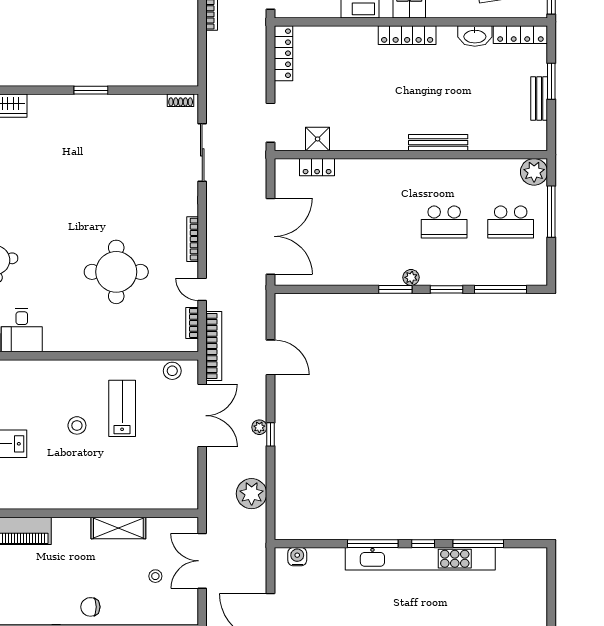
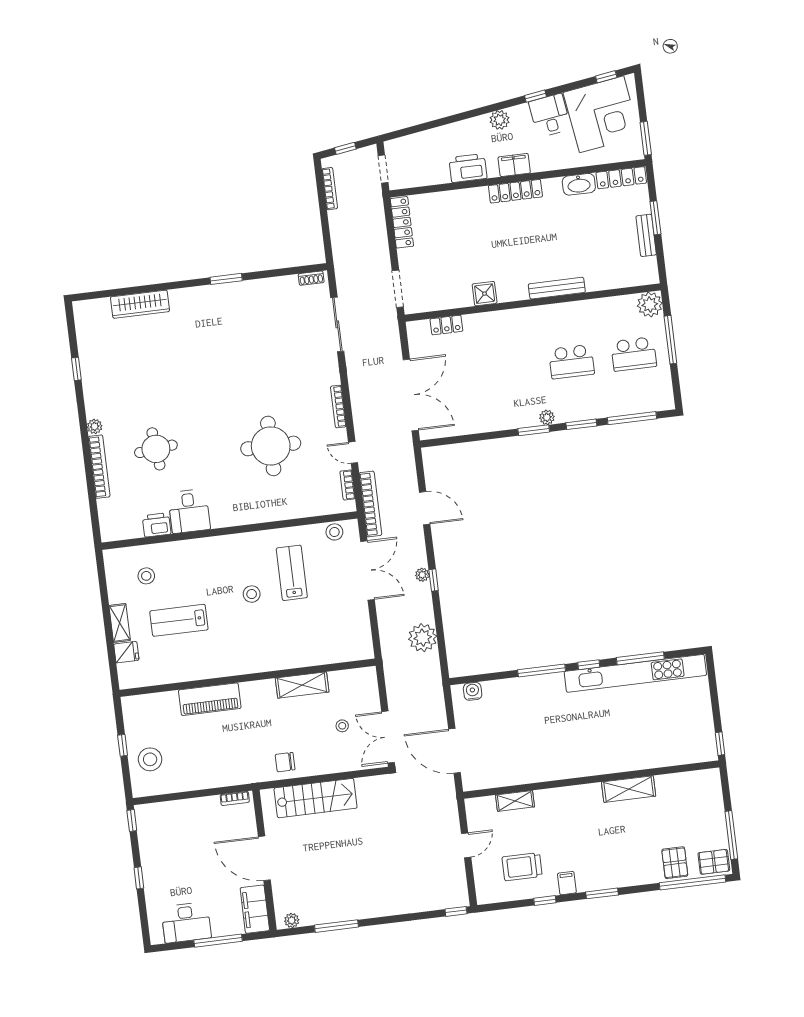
shower: (318, 139) -> (485, 294), moved
kitchen unit: (420, 559) -> (635, 673), moved
double door: (202, 561) -> (388, 737), moved

